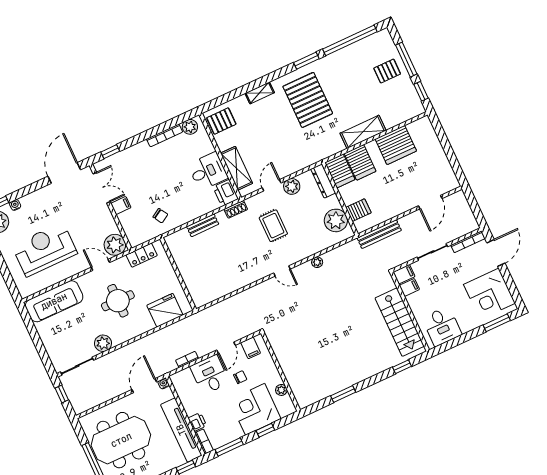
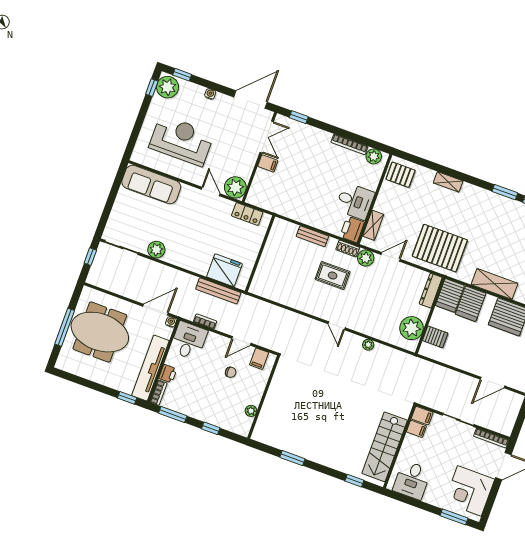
pallet: (308, 100) -> (440, 248), moved, turned 90
shelving: (237, 168) -> (373, 225), width x0.67, depth x0.75
plant: (292, 186) -> (366, 258), moved
water cooler: (15, 205) -> (210, 94), moved
chair: (160, 216) -> (289, 199), removed
rug: (273, 226) -> (333, 276), moved, turned 90
bench: (379, 234) -> (218, 291), moved
round table: (118, 301) -> (197, 230), removed
desk: (210, 375) -> (189, 341), moved
corner desk: (255, 409) -> (218, 406), removed

